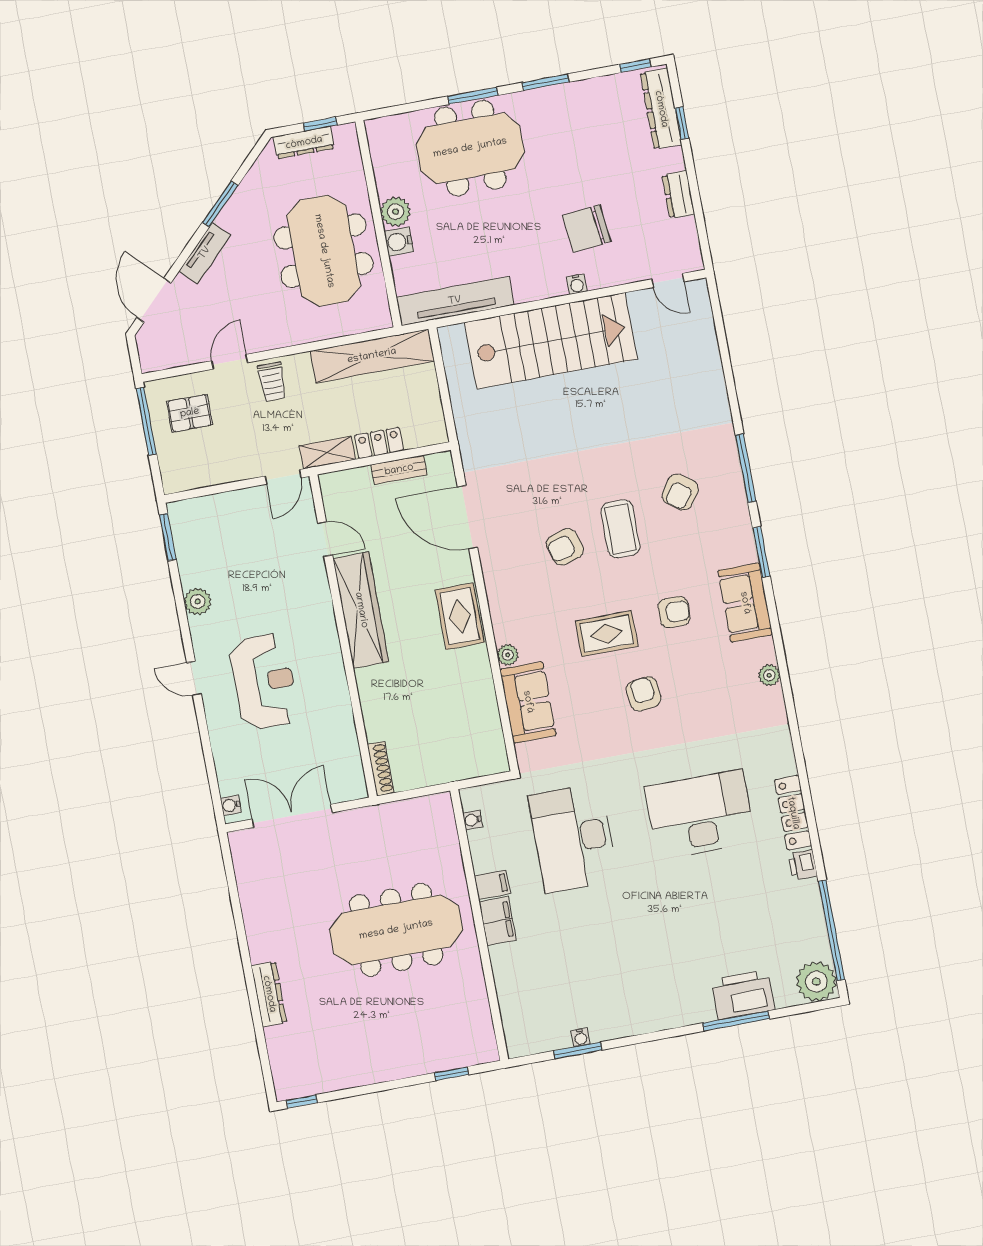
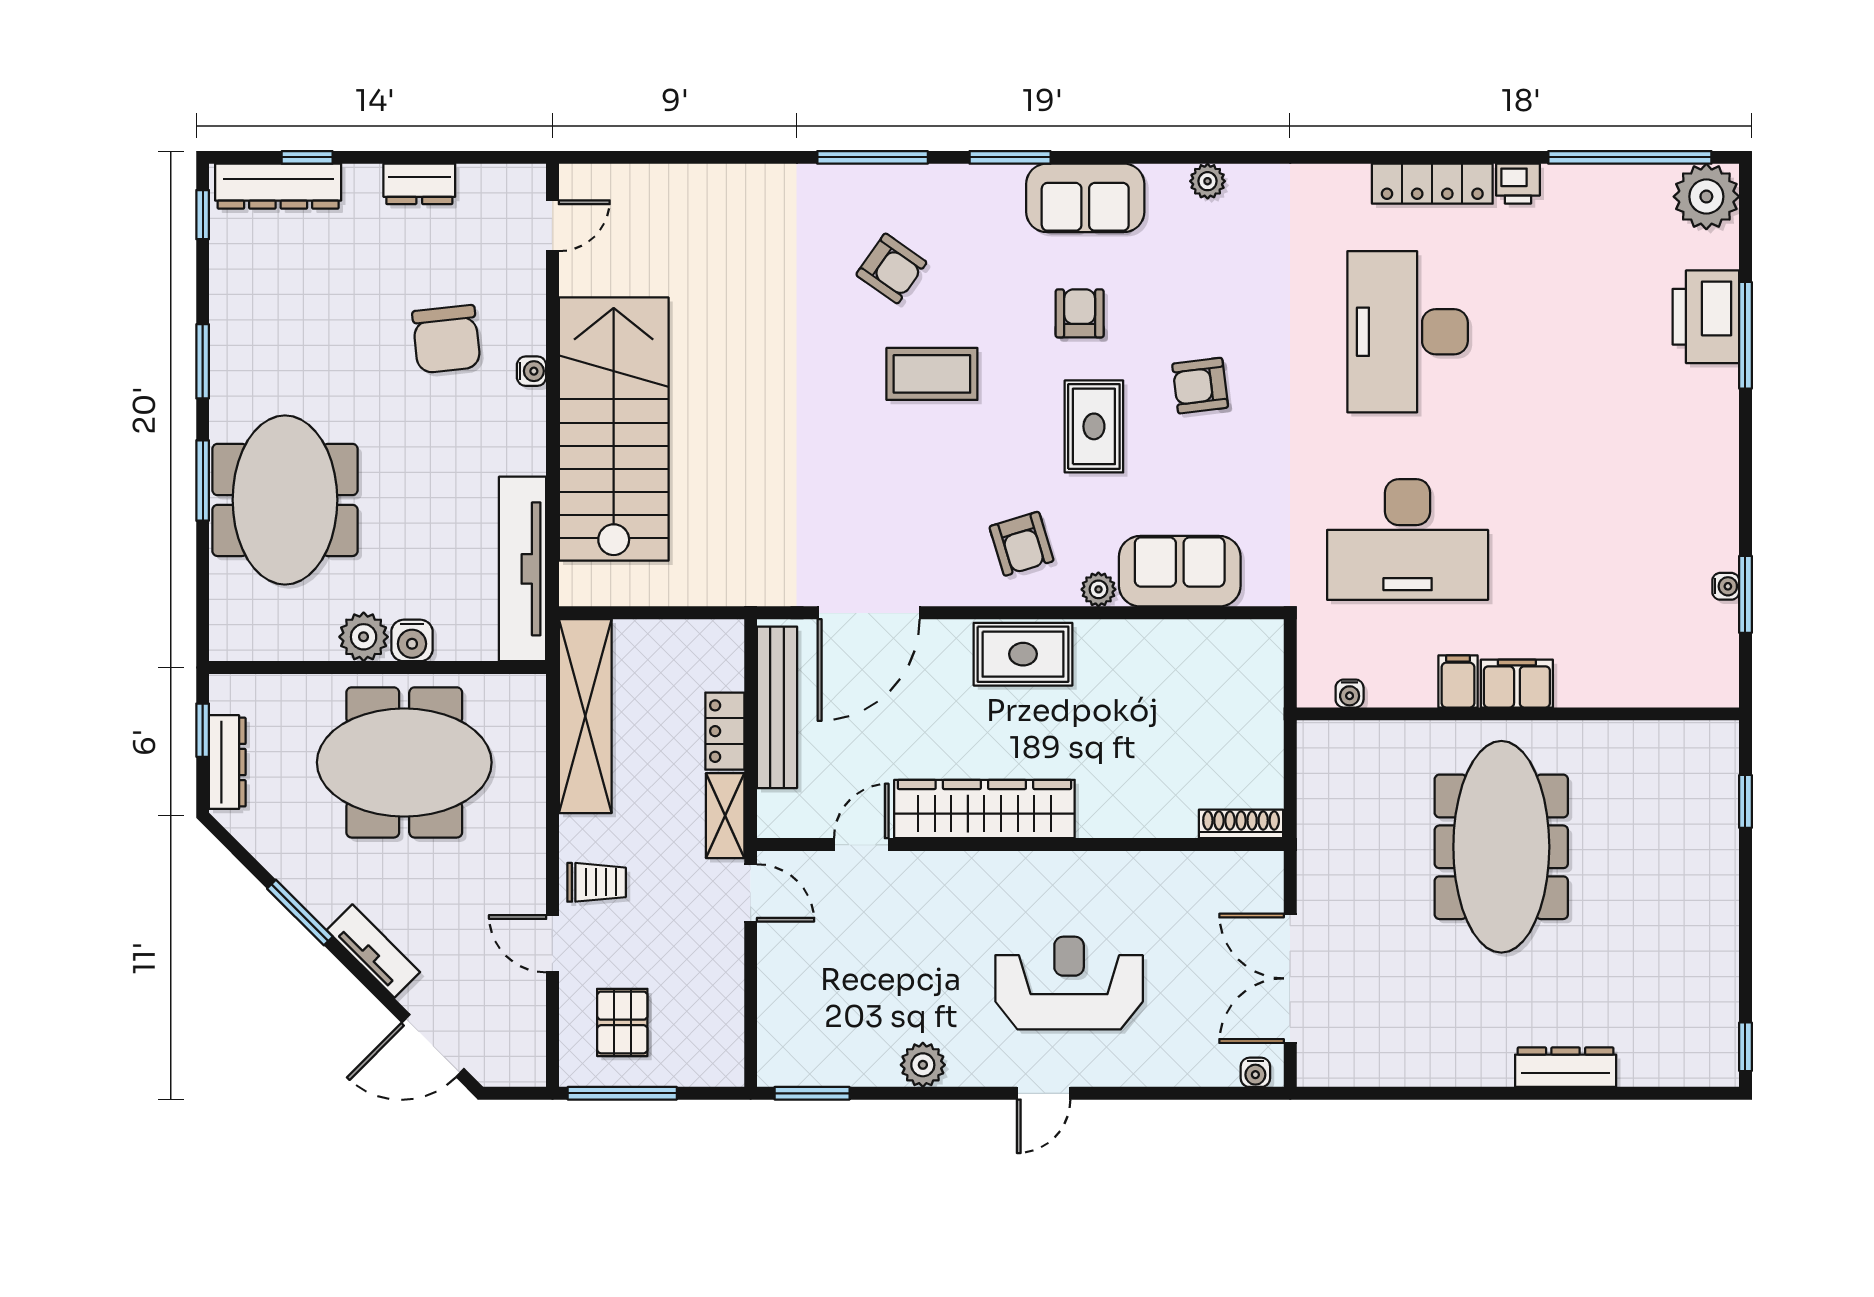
bench: (399, 470) -> (777, 707), width x1.86, depth x1.21
armchair: (565, 547) -> (1021, 544), moved

